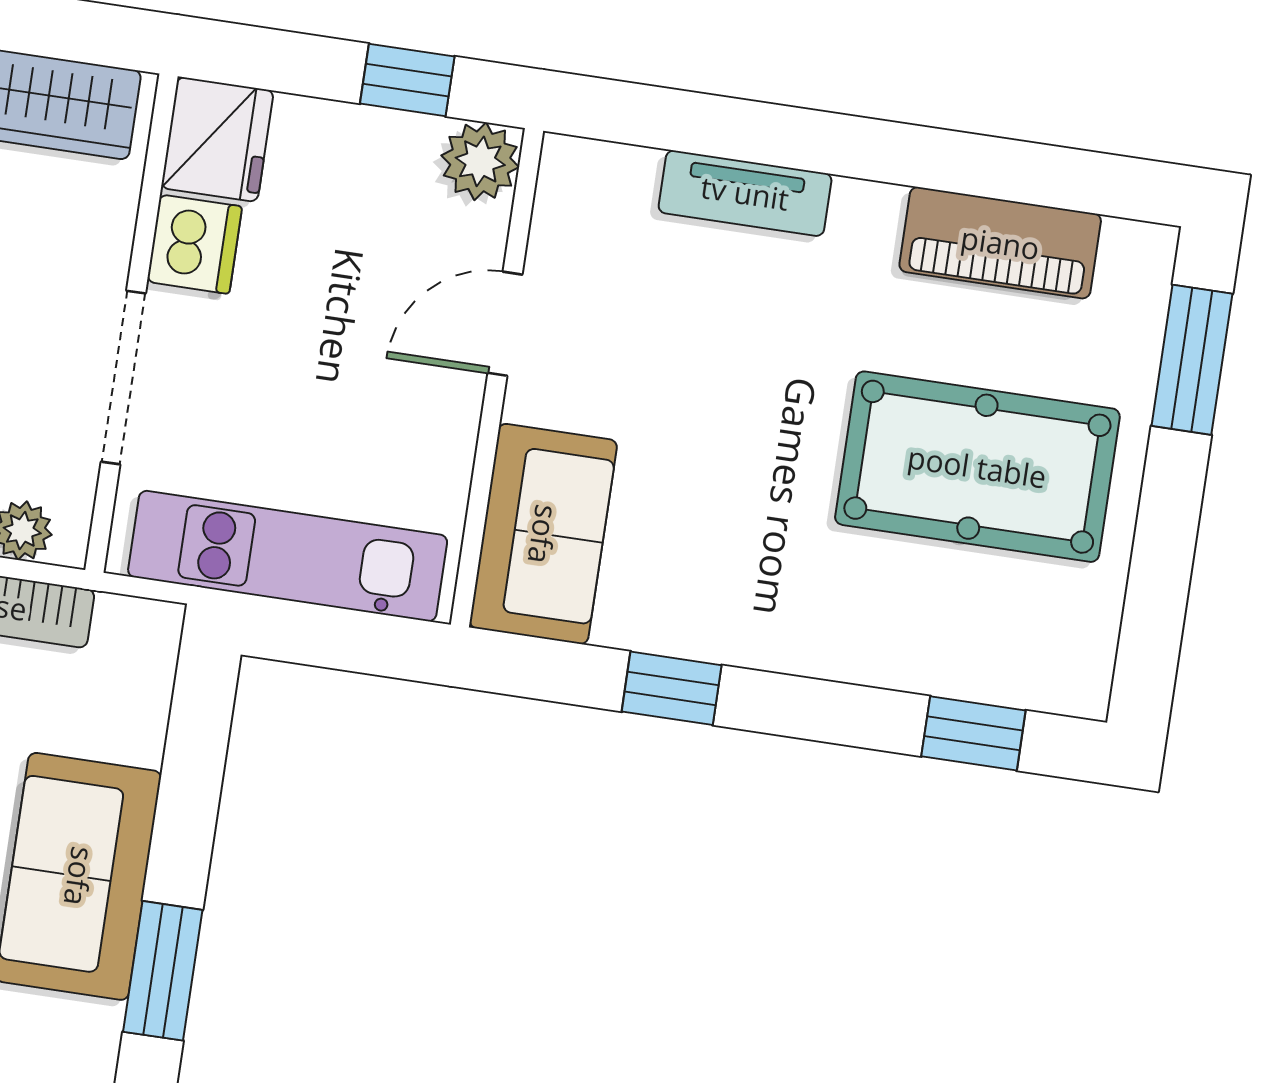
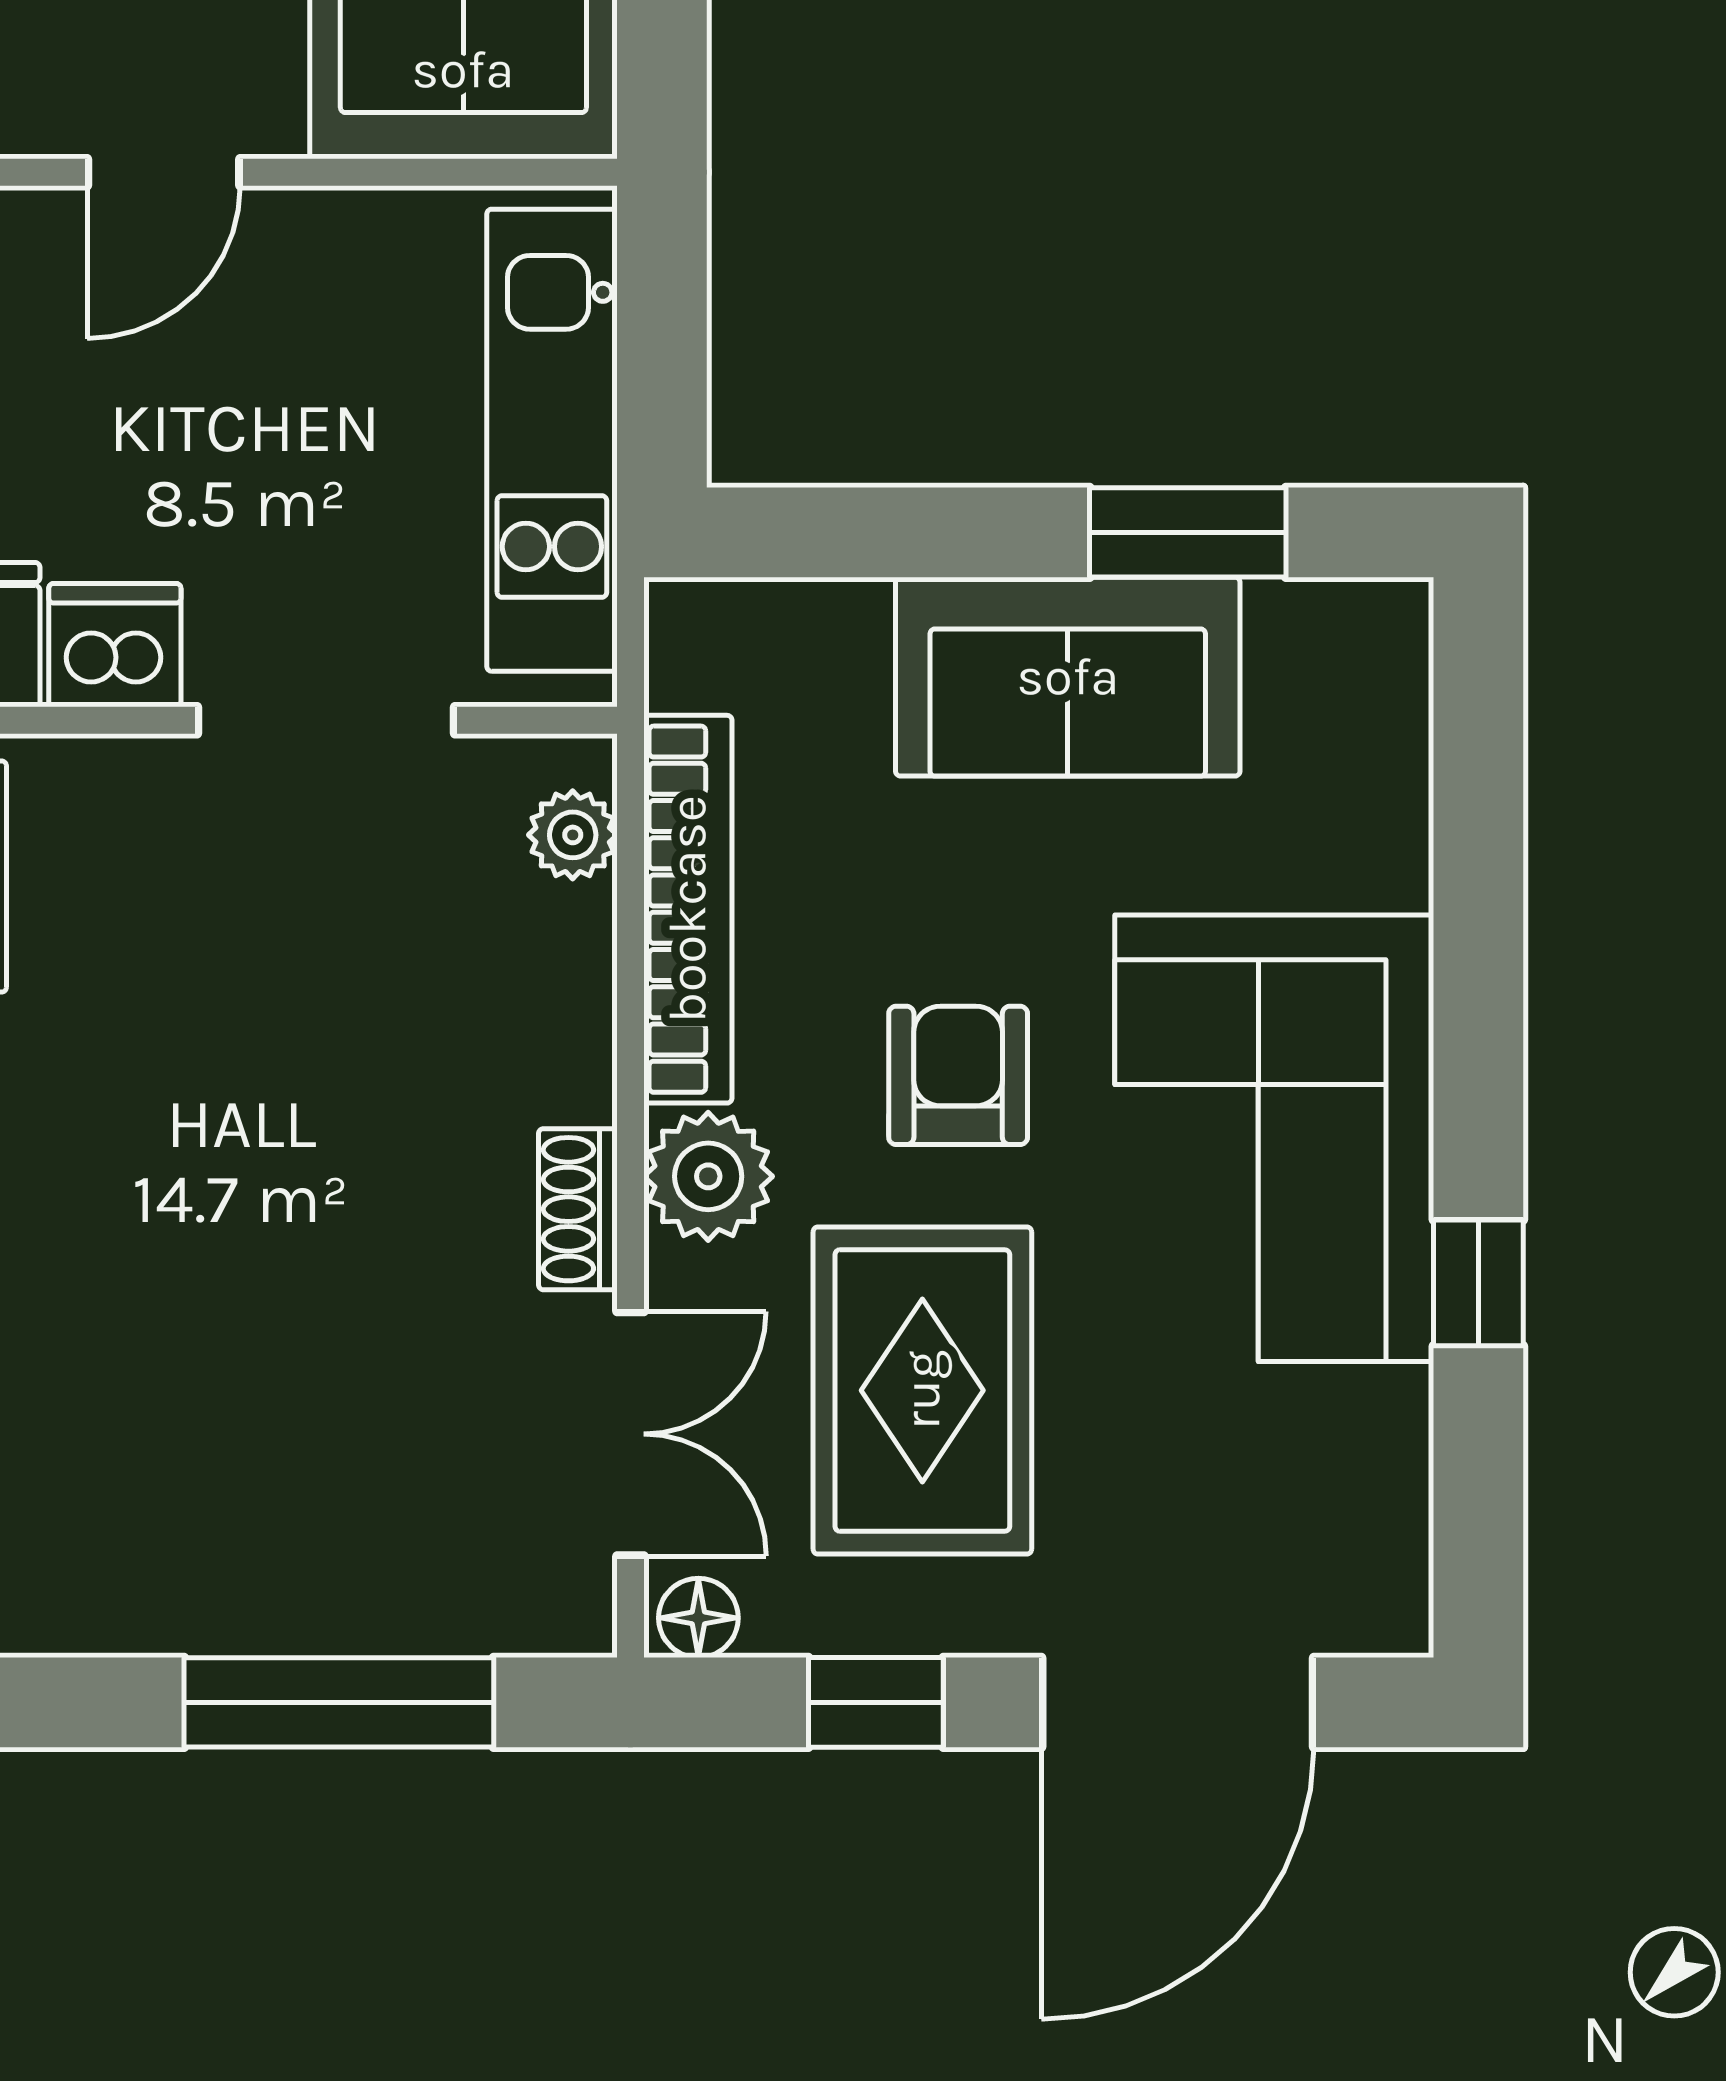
door: (505, 324) -> (164, 172), hinge flipped

